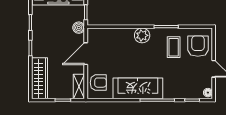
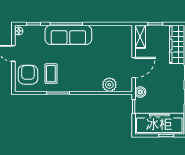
plant: (142, 35) -> (109, 85), moved
armchair: (198, 46) -> (28, 75), turned 180
armchair: (98, 83) -> (122, 40), removed
sofa: (138, 88) -> (68, 35), moved

